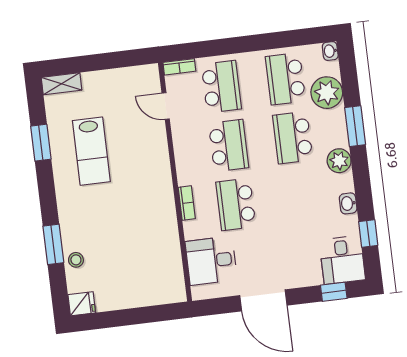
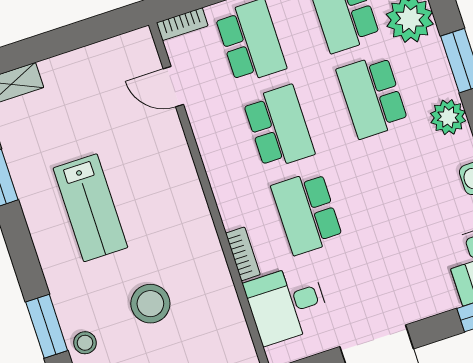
lab bench: (91, 151) -> (90, 208), moved
bookcase: (187, 203) -> (243, 254), moved
stool: (123, 243) -> (150, 304), added

